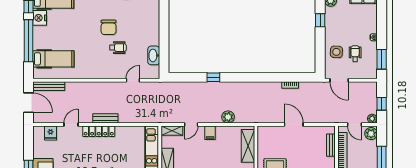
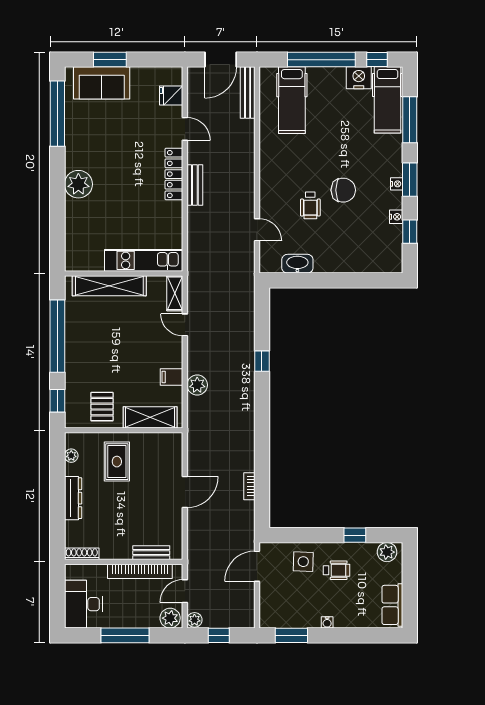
chair: (109, 27) -> (343, 190), turned 180
wheelchair: (355, 54) -> (337, 570), moved
filing cabinet: (210, 133) -> (172, 377), moved

